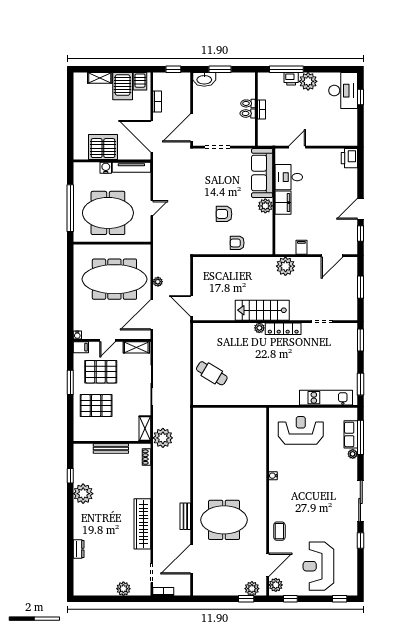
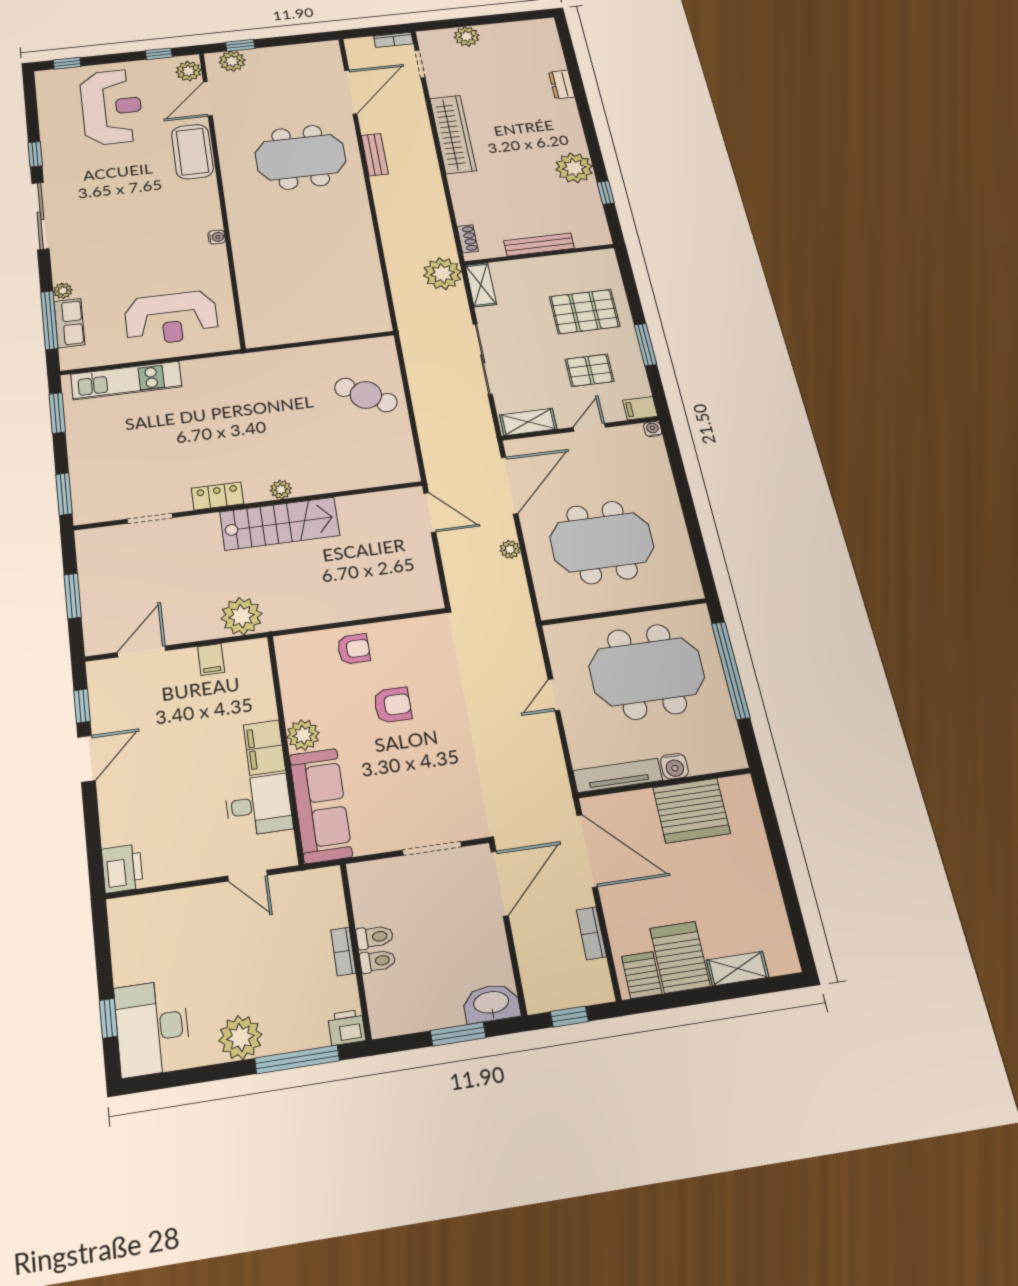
printer: (291, 79) -> (347, 1027), moved
door: (297, 147) -> (248, 876), hinge flipped
meeting table: (114, 279) -> (602, 542), width x0.73
locker: (283, 329) -> (217, 496), width x0.66
pallet: (101, 372) -> (590, 370), width x0.67, depth x0.71
coffee table: (279, 531) -> (192, 152), width x1.86, depth x1.72

